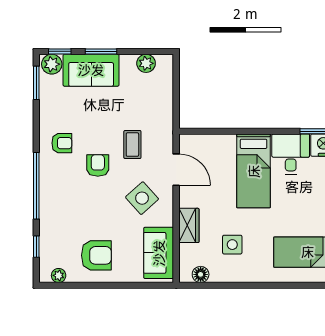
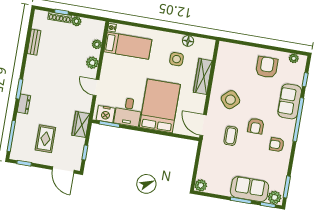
plant: (146, 63) -> (201, 185), moved
door: (176, 170) -> (203, 125), moved
bed: (254, 171) -> (160, 106), width x1.50
wardrobe: (189, 225) -> (203, 76), width x1.50
sofa: (159, 253) -> (290, 101), moved, turned 180
armchair: (96, 255) -> (267, 67), turned 90
floor lamp: (201, 274) -> (188, 41), moved

